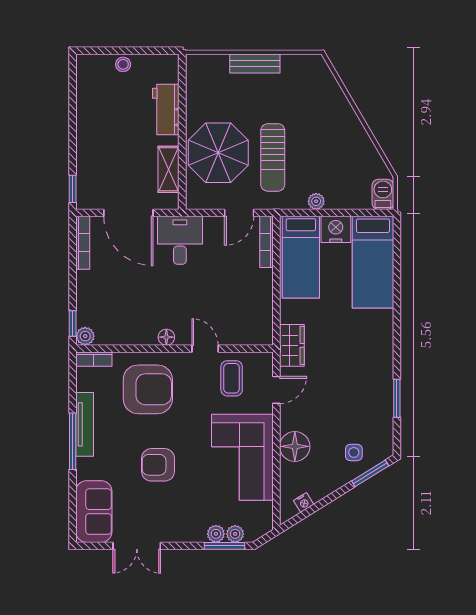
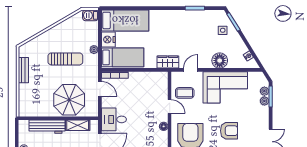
bench: (255, 64) -> (23, 70), moved
workbench: (166, 109) -> (47, 127), width x1.38
sun lounger: (273, 157) -> (65, 59), moved
door: (205, 349) -> (170, 107), swing flipped
door: (276, 390) -> (191, 70), hinge flipped
armchair: (158, 465) -> (229, 131), turned -90

